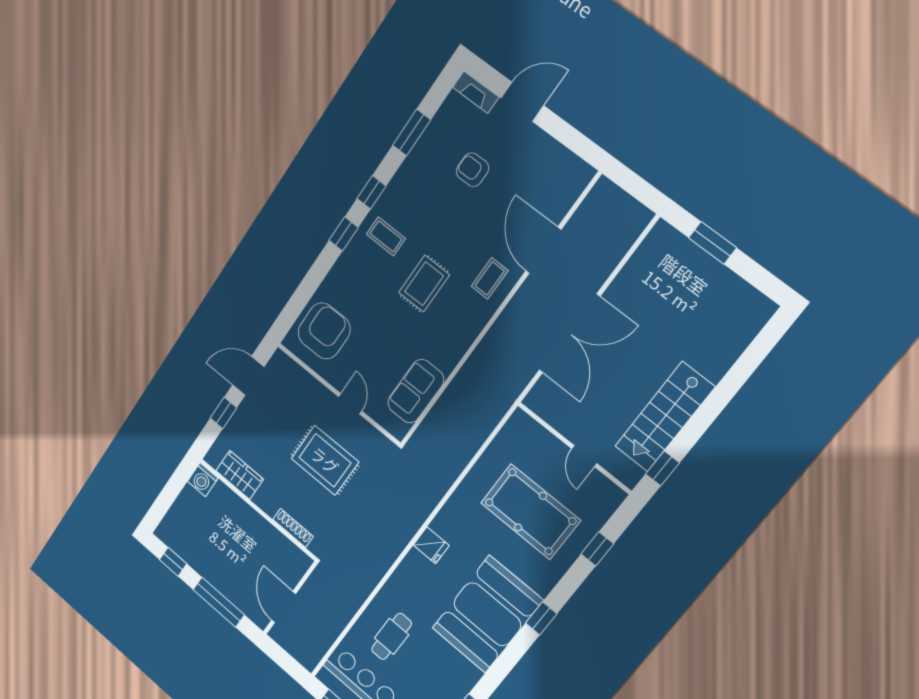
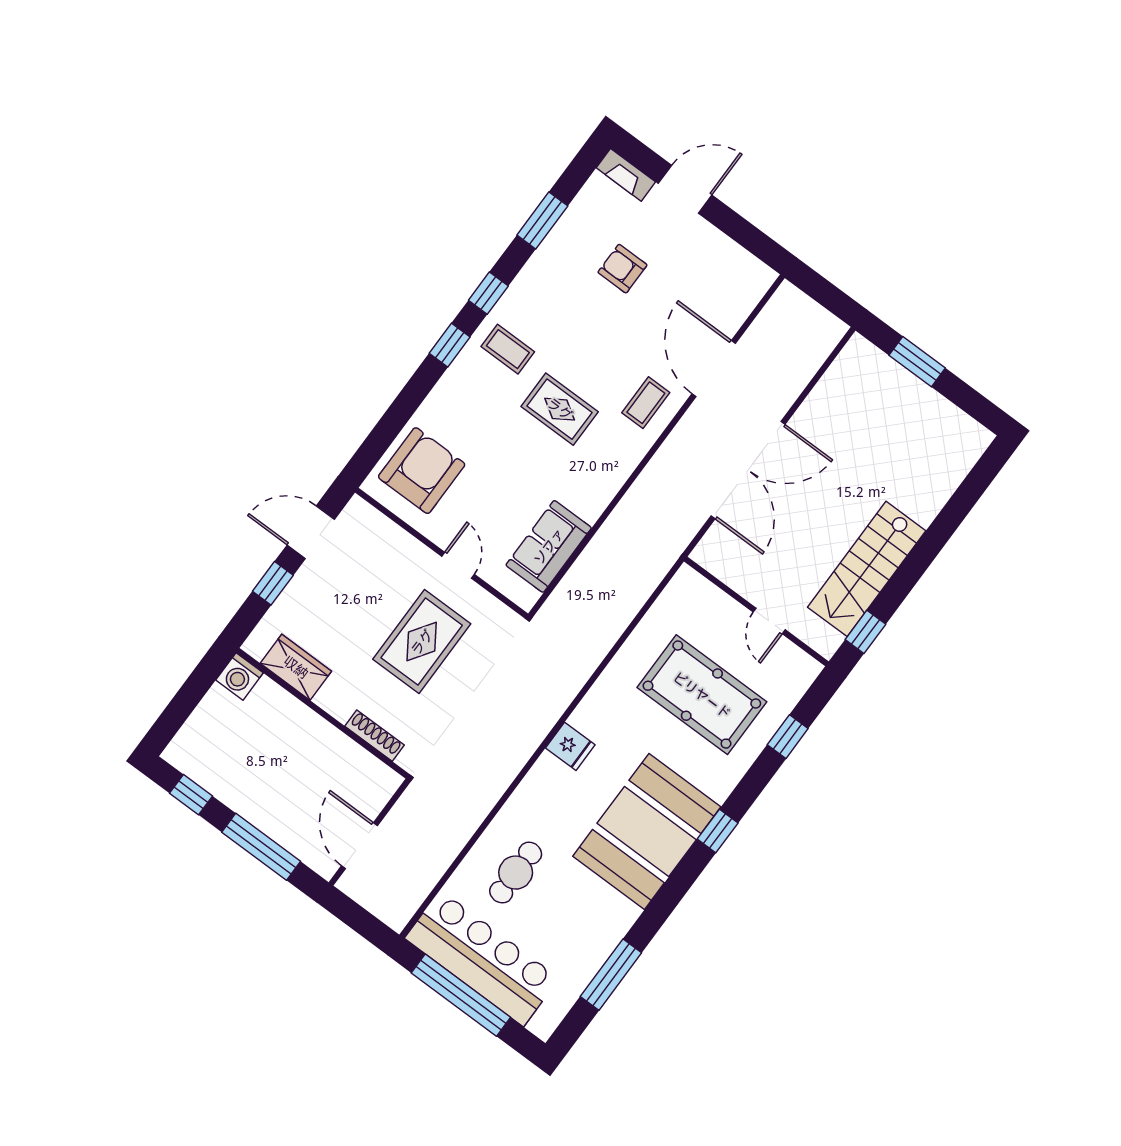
rug: (424, 284) -> (560, 409), turned 90
rug: (325, 460) -> (422, 642), turned 90

